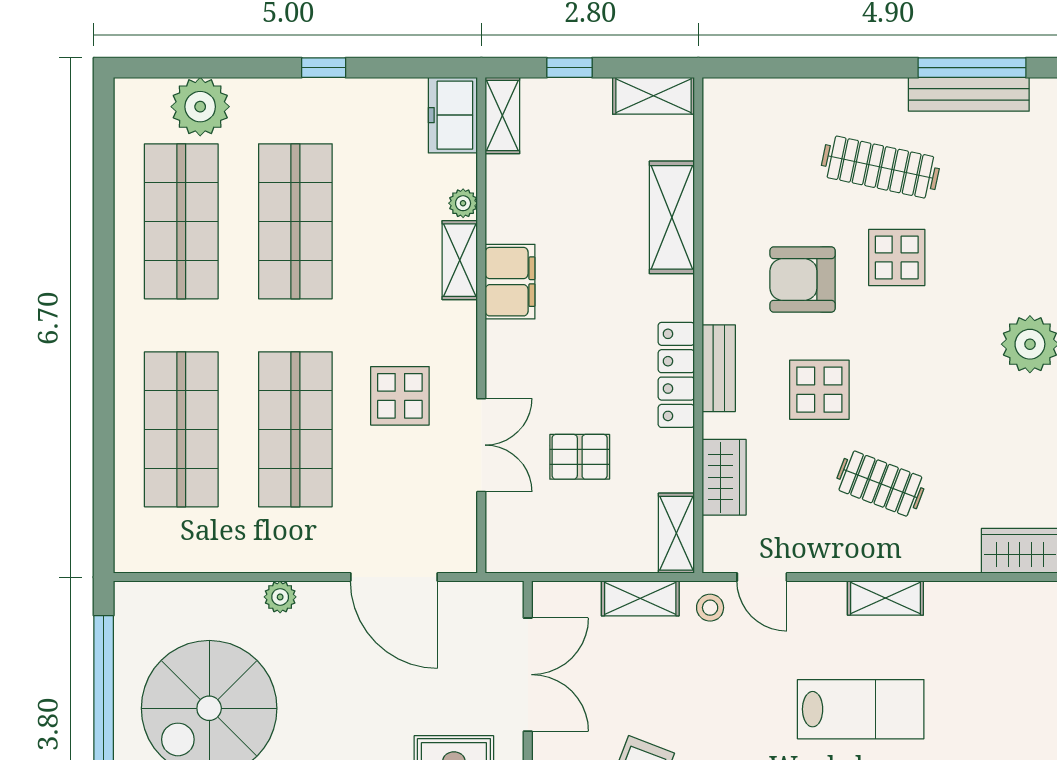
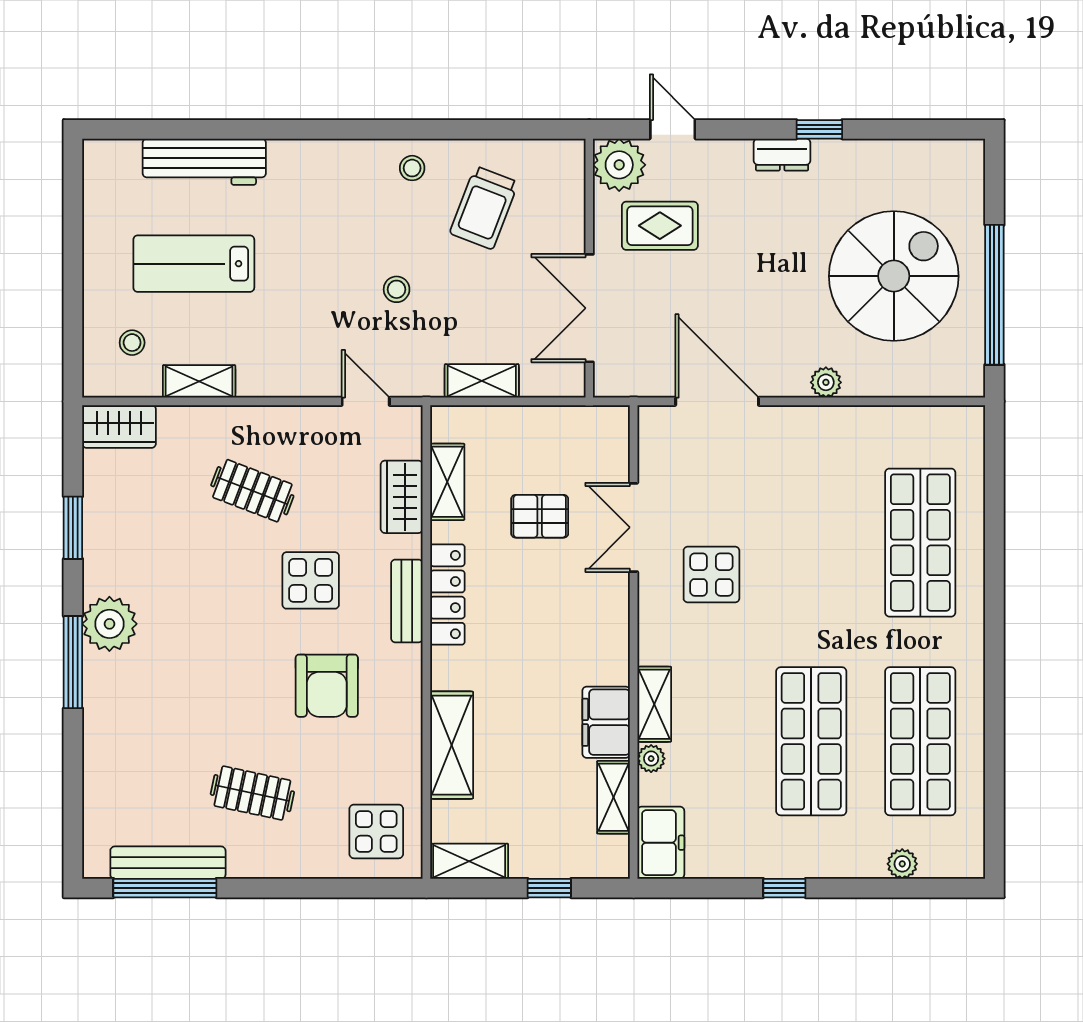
plant: (200, 107) -> (902, 864), width x0.53, depth x0.53
shelving: (502, 116) -> (613, 797), moved
clothes rail: (880, 167) -> (252, 793), width x0.73
display table: (897, 257) -> (376, 831), moved
armchair: (803, 280) -> (327, 686), turned 90
filing cabinet: (510, 282) -> (606, 722), moved
shop shelf: (295, 429) -> (811, 543), removed
shelving: (676, 533) -> (447, 482), moved
shelving: (885, 598) -> (199, 381), moved
stool: (710, 608) -> (397, 289), moved
stool: (1006, 639) -> (132, 343), added
lab bench: (861, 709) -> (194, 264), moved

